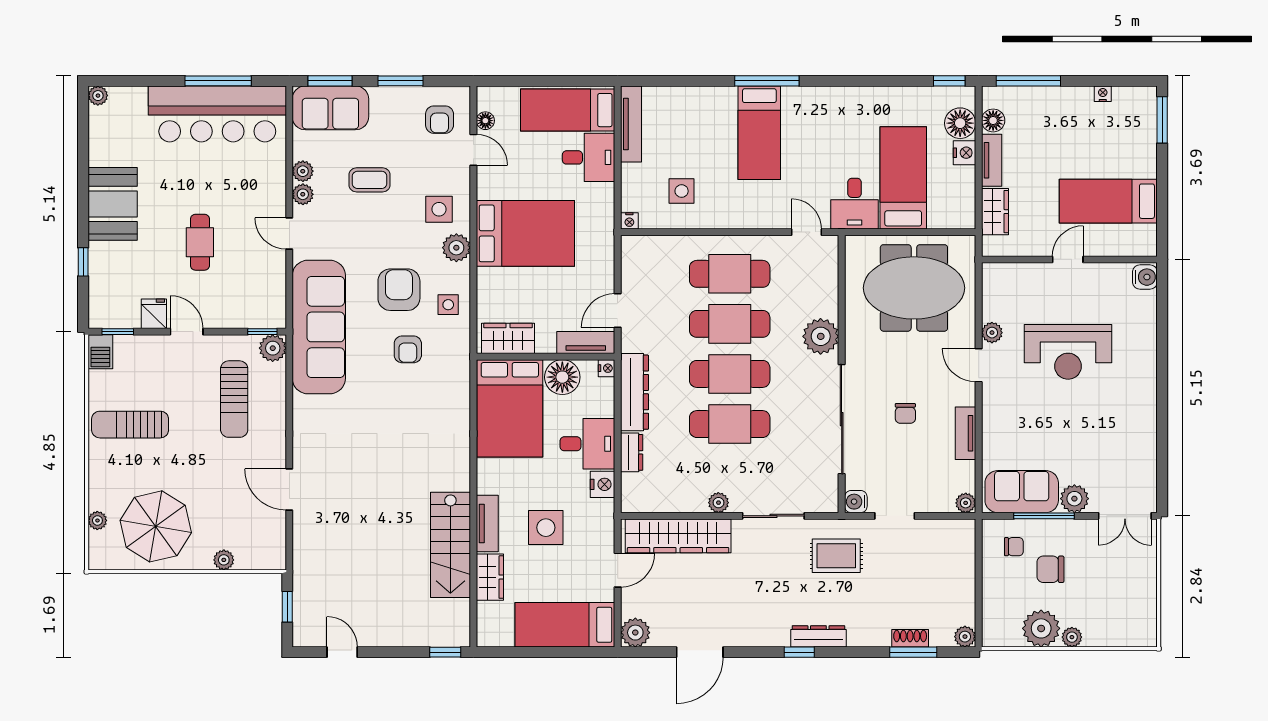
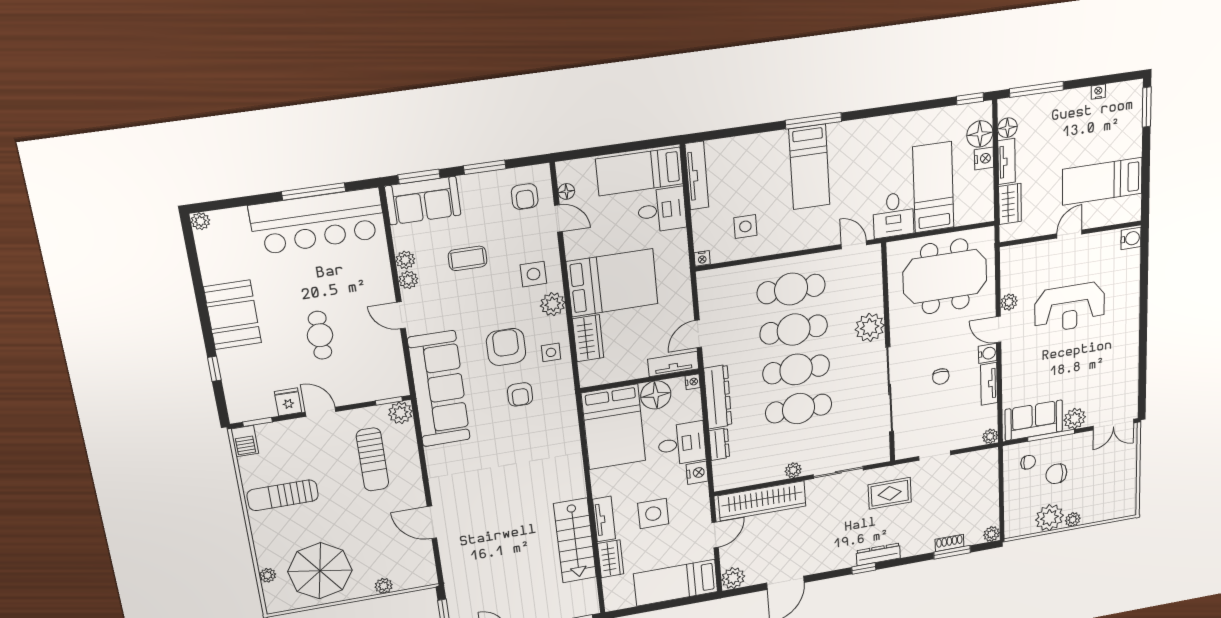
wardrobe: (508, 338) -> (588, 338), moved, turned 90
water cooler: (856, 502) -> (988, 353), moved, turned 180

